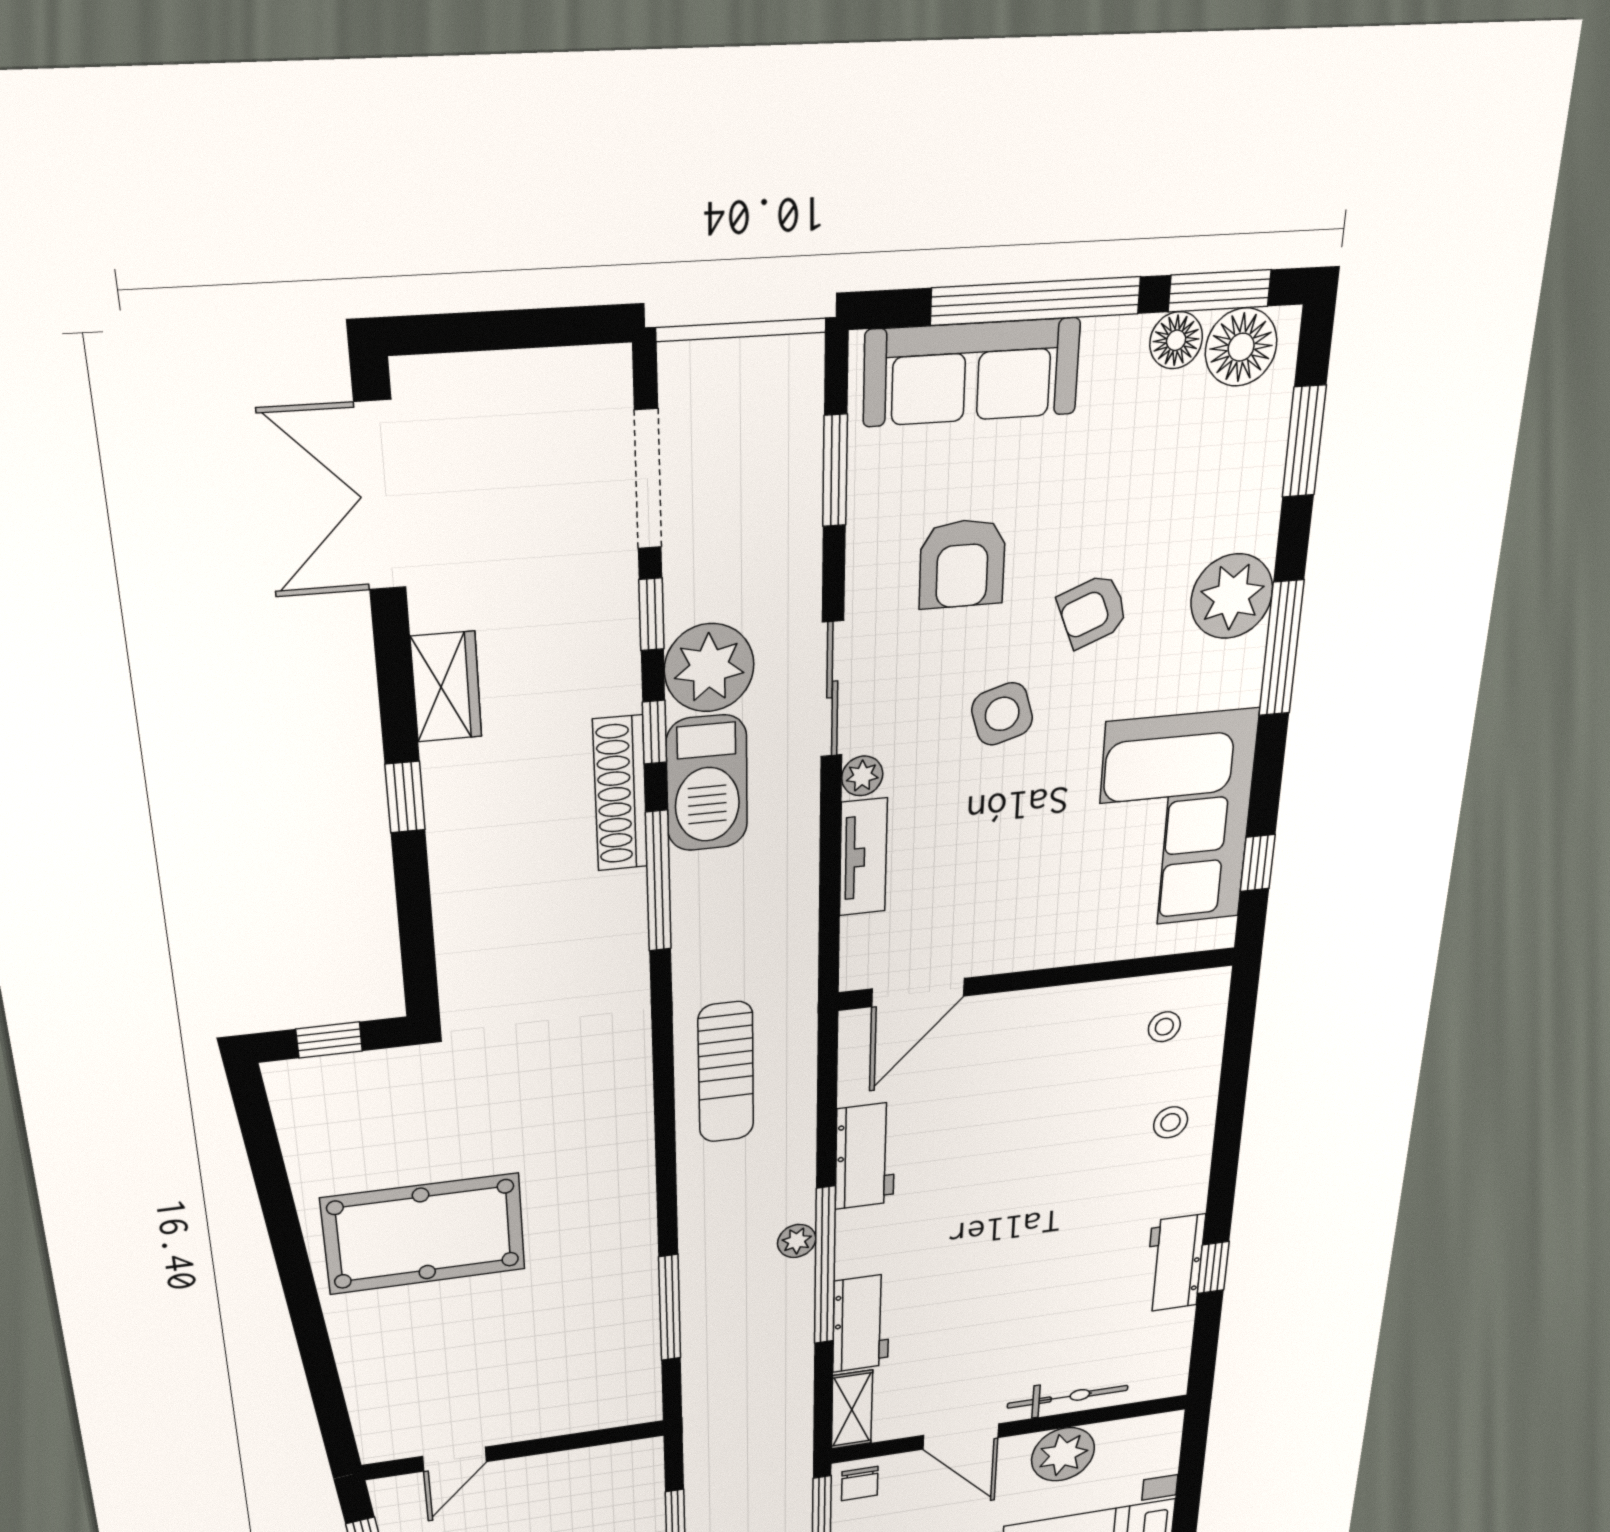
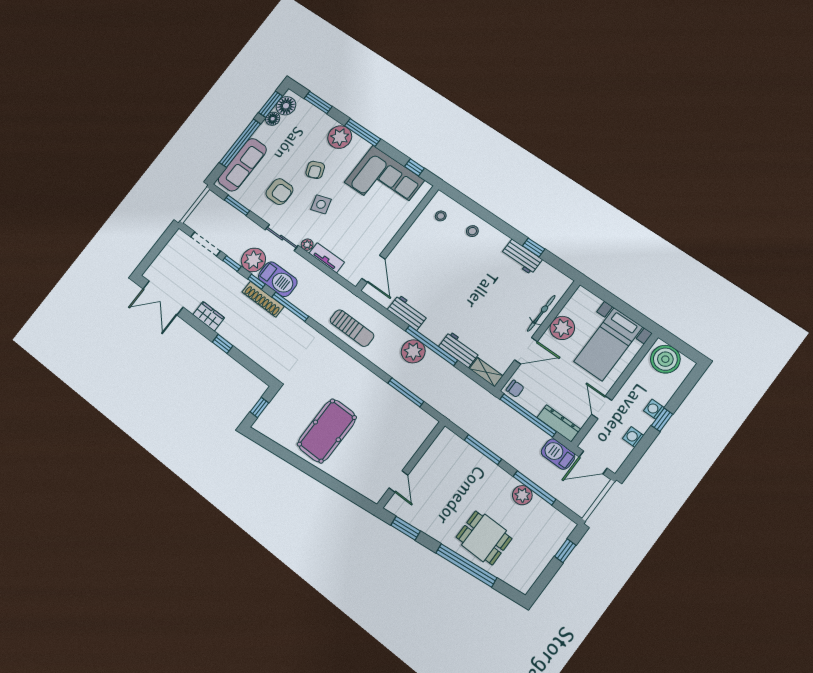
plant: (797, 1241) -> (413, 351), width x1.88, depth x1.88

